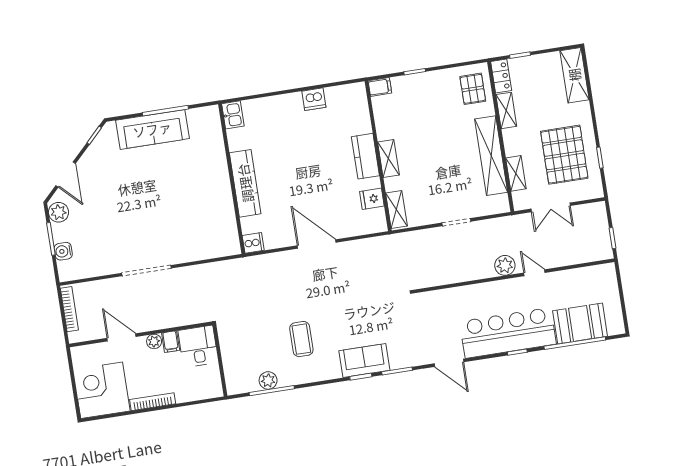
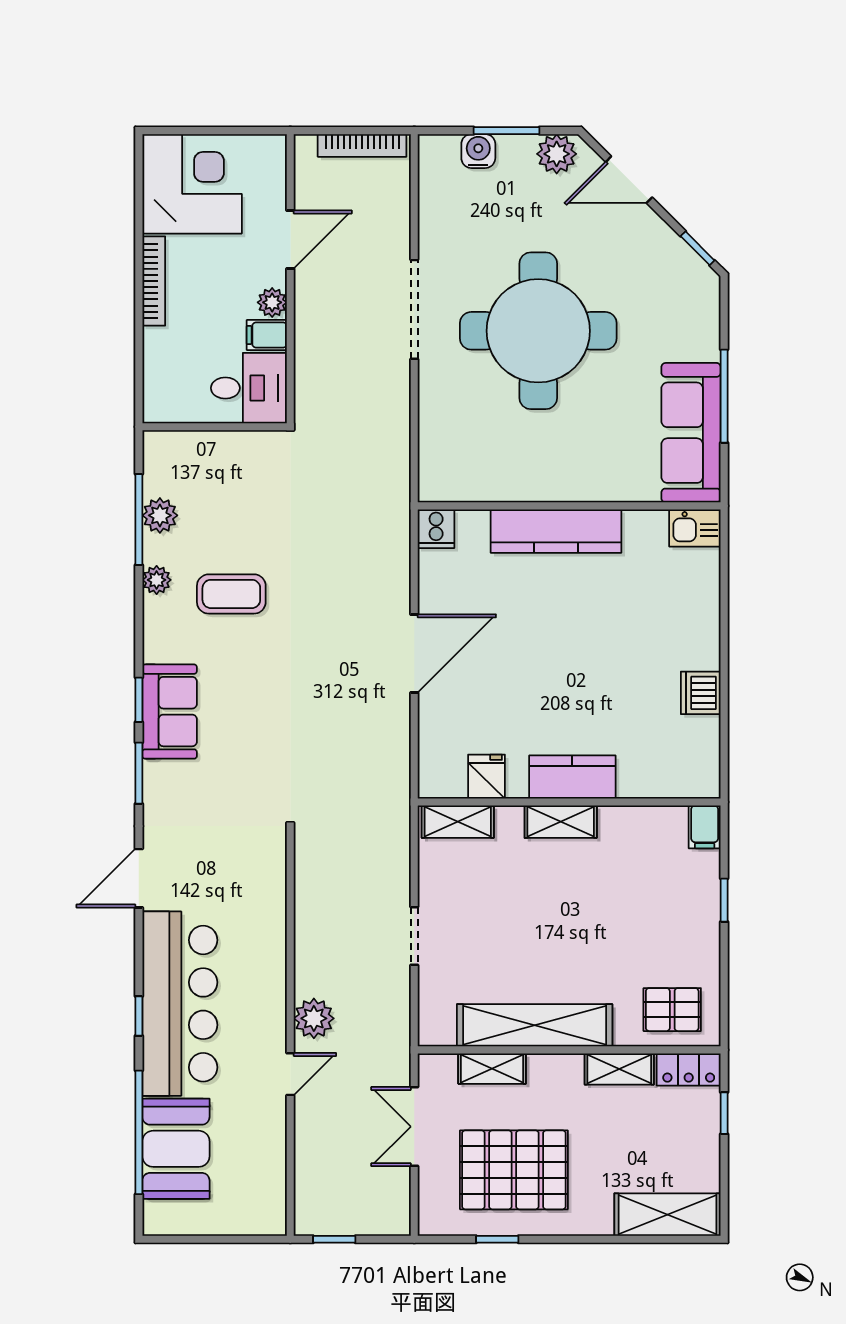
sofa: (152, 129) -> (691, 433), moved
round table: (147, 208) -> (538, 331), added
plant: (300, 377) -> (157, 580), added

